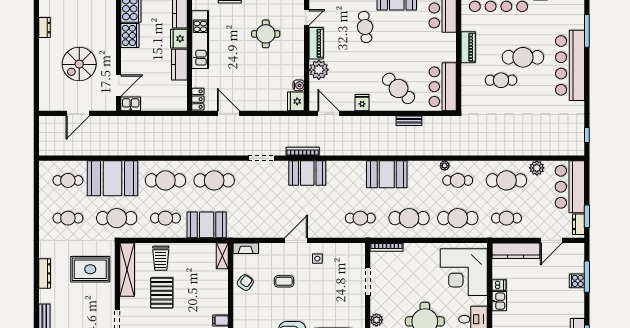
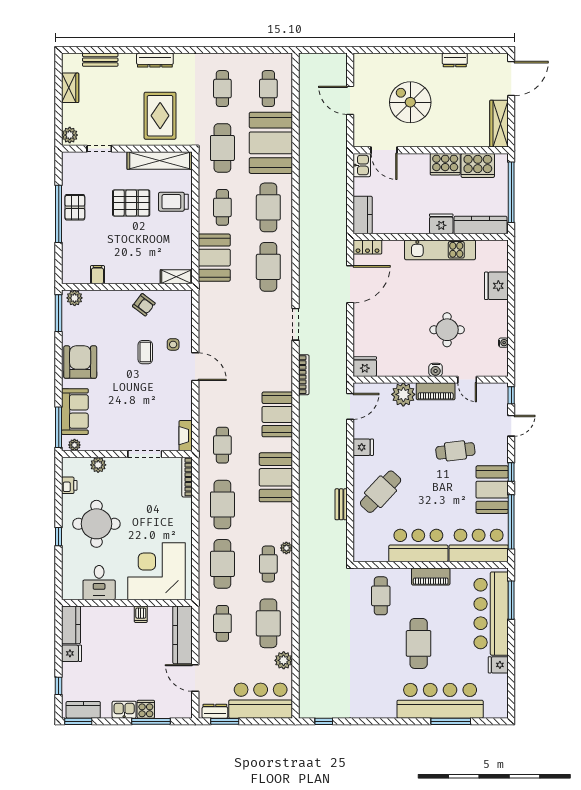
kitchen counter: (179, 65) -> (363, 215), moved, turned 90
bar counter: (570, 65) -> (440, 701), moved
cafe table: (501, 80) -> (381, 596), moved
water cooler: (299, 85) -> (436, 370), moved
bar counter: (443, 87) -> (418, 546), moved
door: (228, 113) -> (350, 284), width x1.36
booth: (307, 173) -> (277, 414), moved
fireplace: (246, 248) -> (186, 436), moved
side table: (317, 259) -> (173, 344), moved
kitchen sink: (499, 301) -> (124, 710), moved, turned 180

